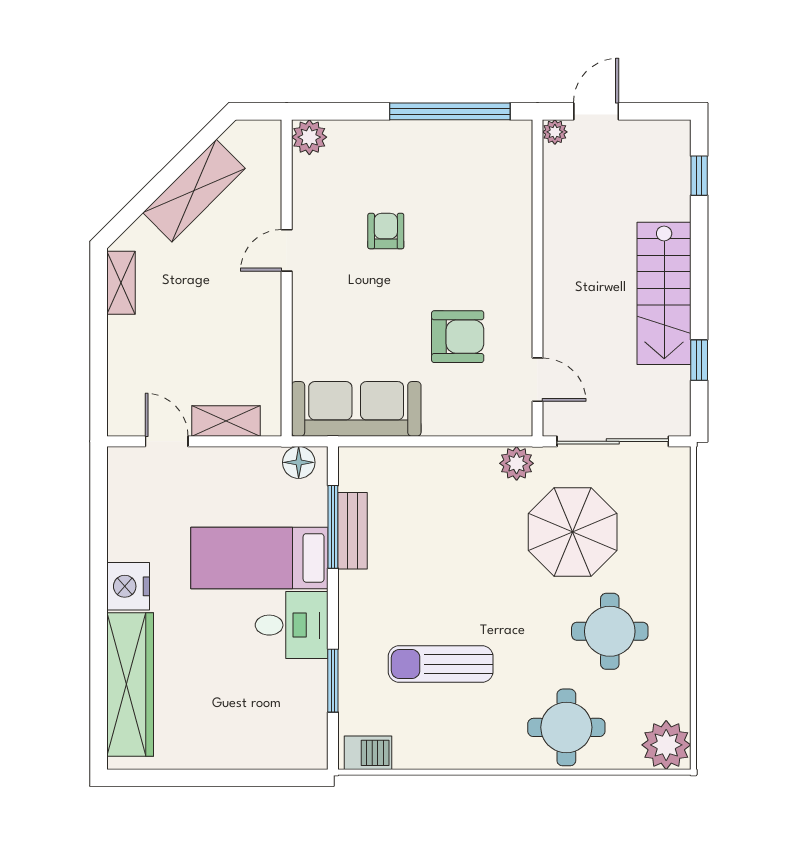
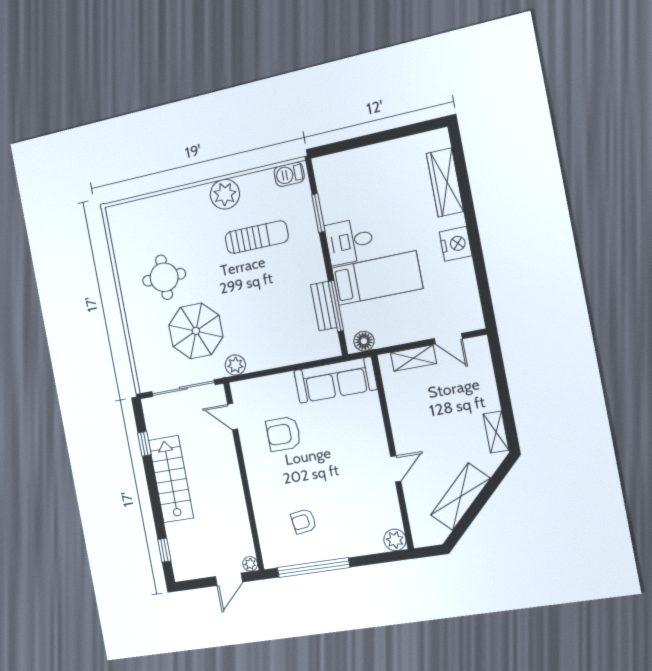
armchair: (386, 231) -> (304, 521), moved, turned 82
wardrobe: (130, 685) -> (445, 182), width x0.71, depth x0.85
round table: (566, 727) -> (178, 216), removed
plant: (666, 745) -> (225, 194), moved

